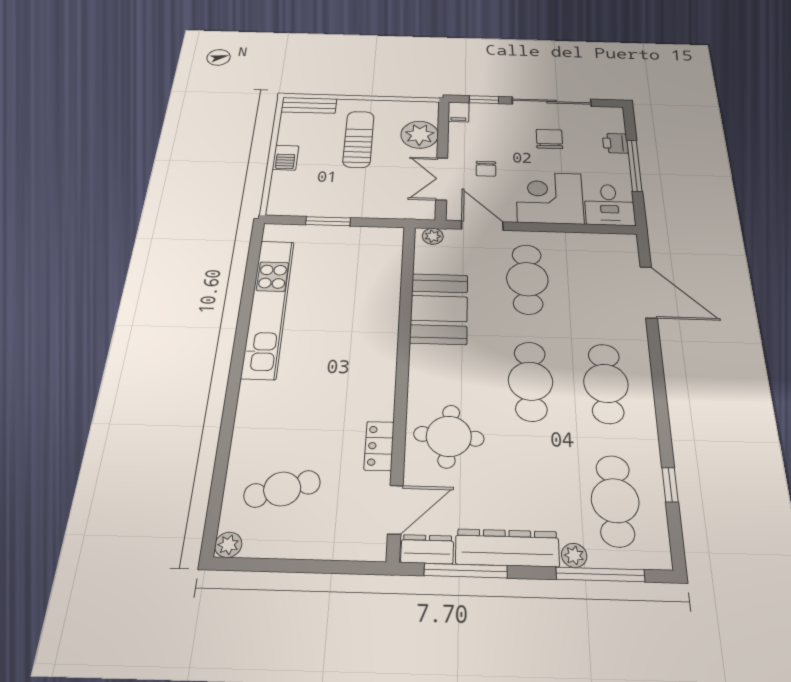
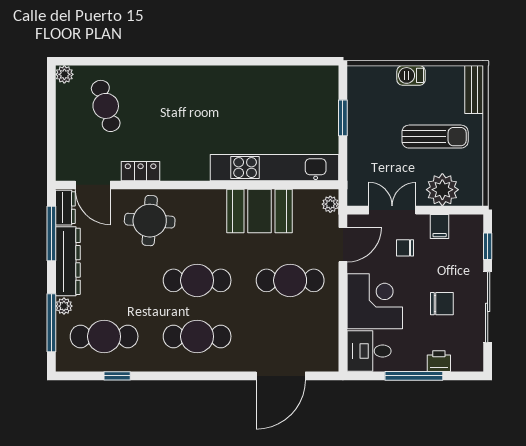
filing cabinet: (459, 112) -> (440, 227), moved, turned -90
kitchen unit: (268, 308) -> (275, 168), moved, turned 180

